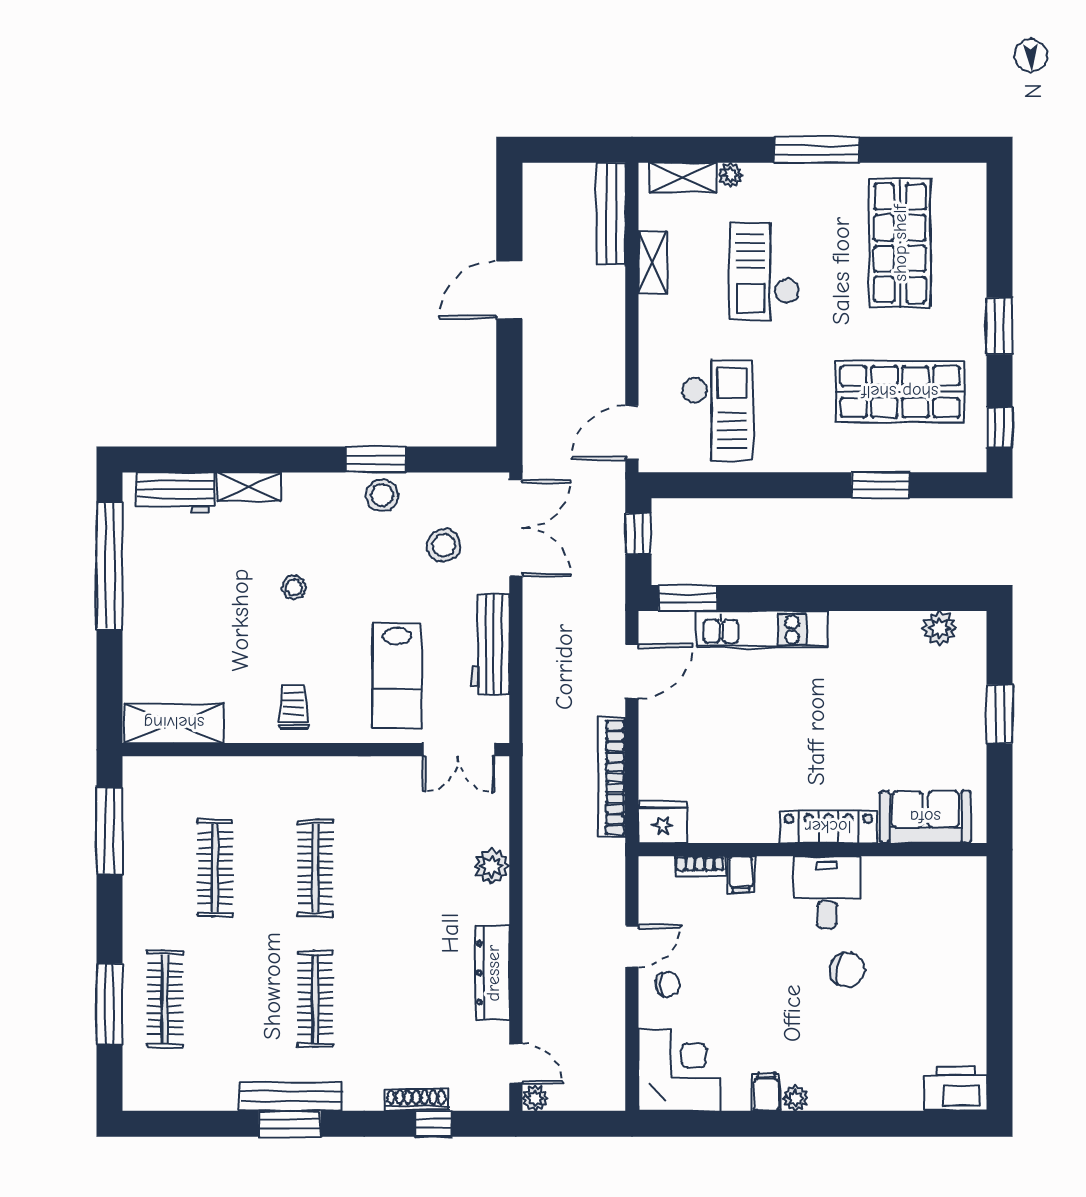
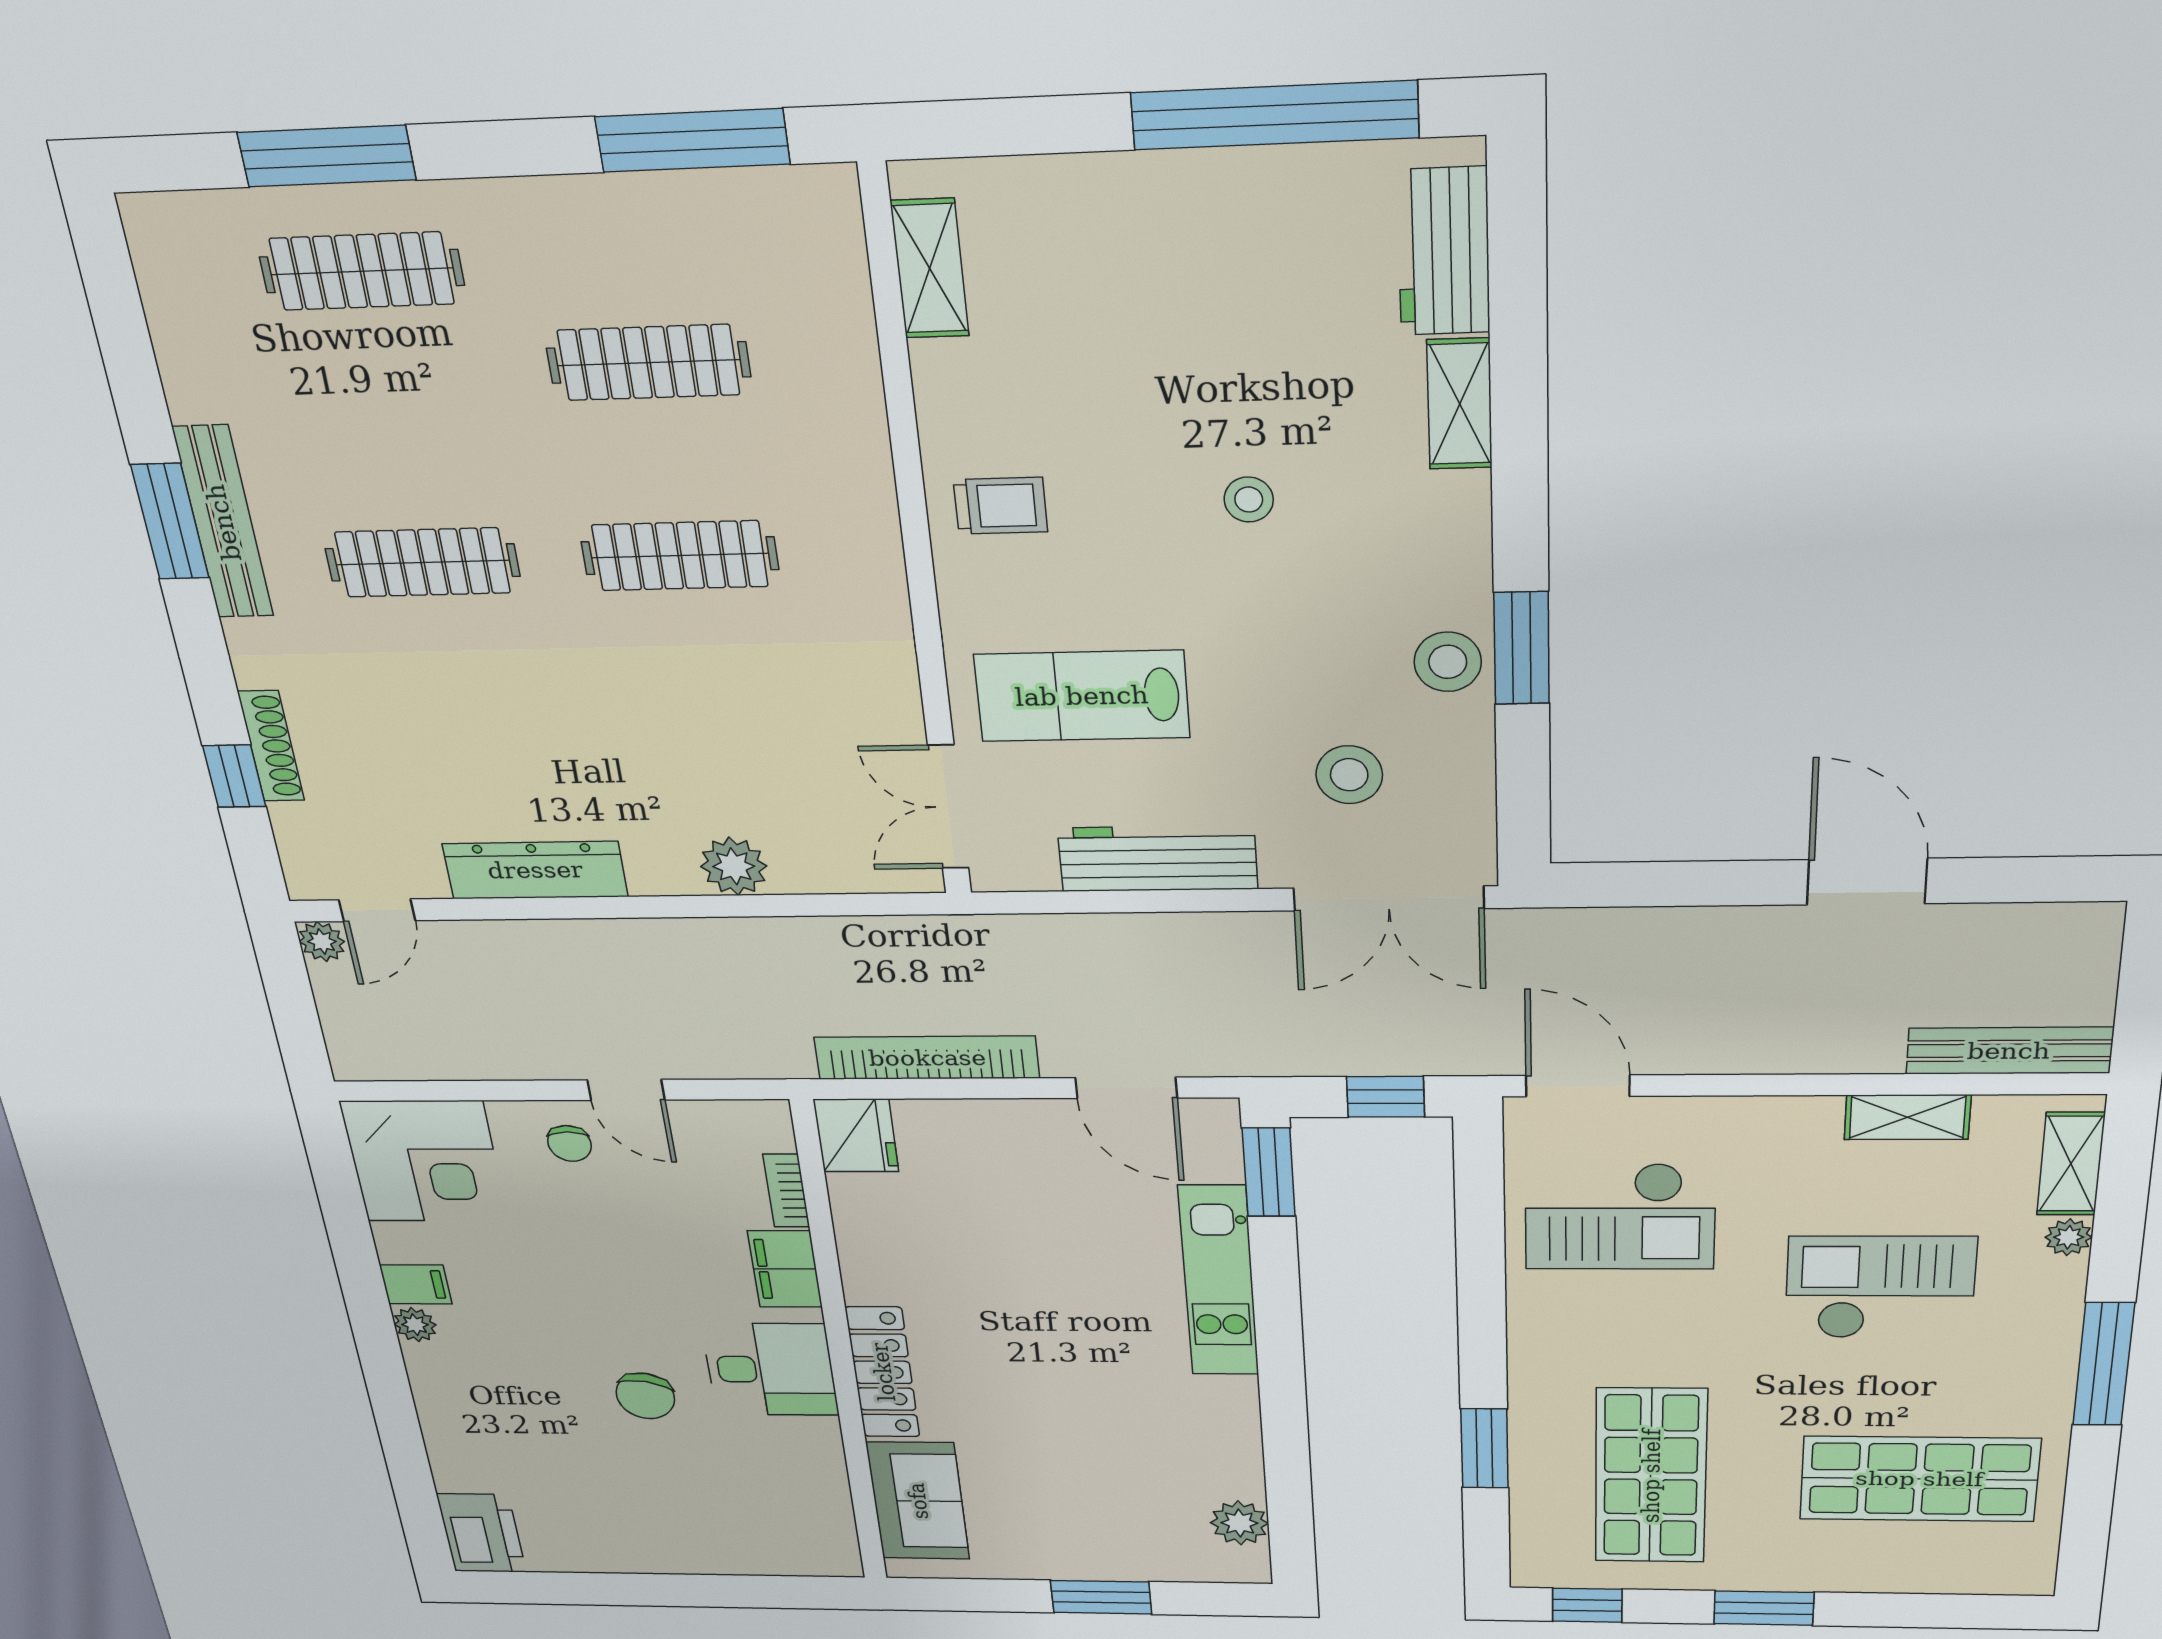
shelving: (174, 723) -> (930, 269), width x0.67, depth x0.75
filing cabinet: (741, 874) -> (785, 1269), width x2.00

